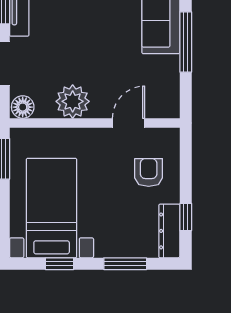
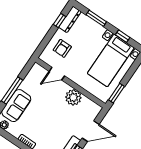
floor lamp: (23, 107) -> (95, 109), removed

